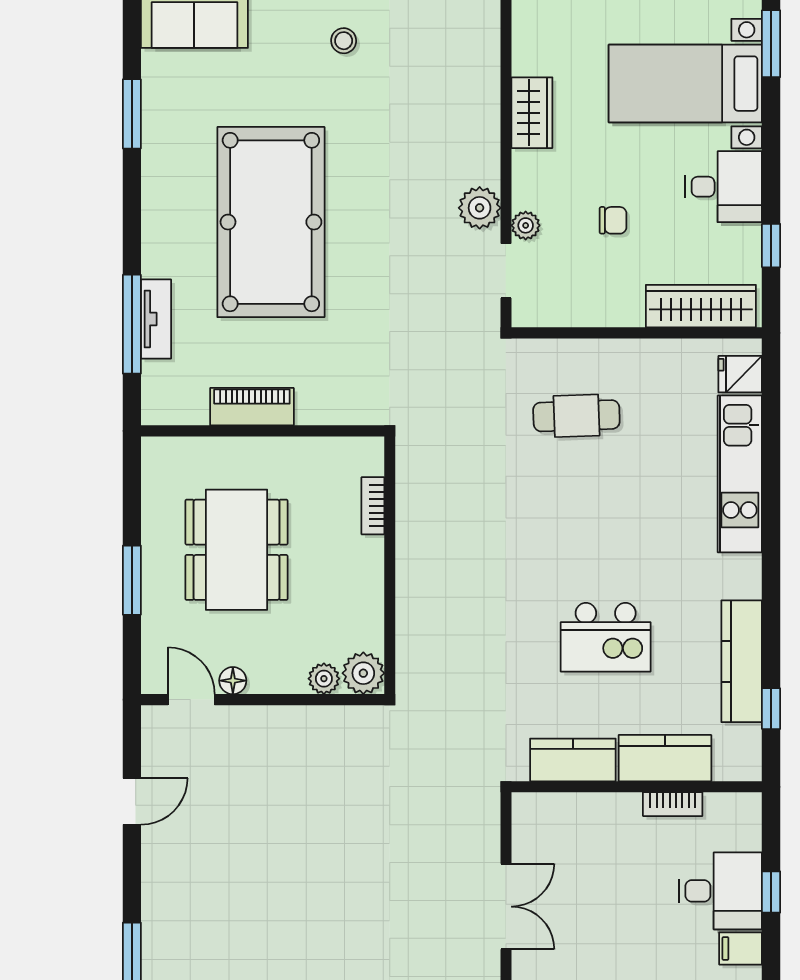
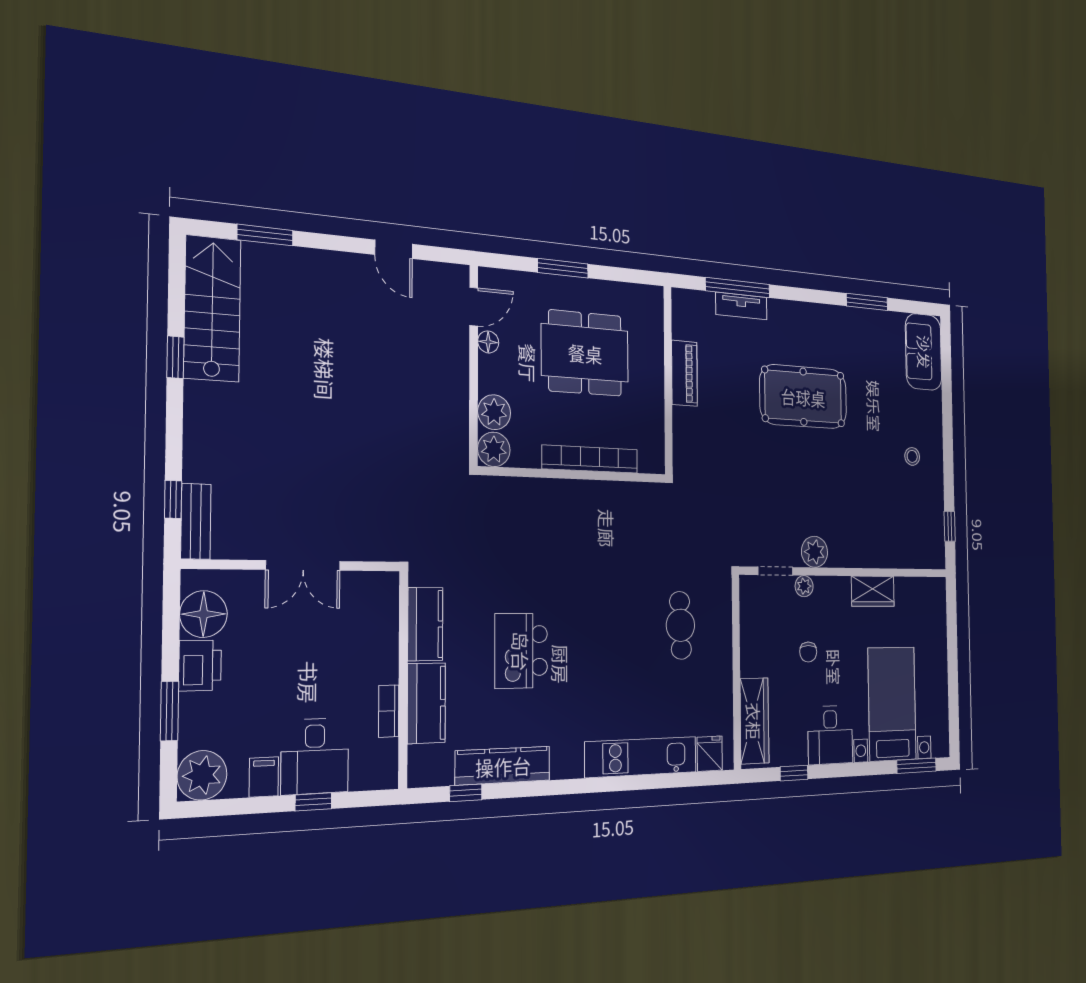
pool table: (271, 222) -> (803, 397), width x0.73, depth x0.76
bookcase: (373, 506) -> (590, 459), width x2.31, depth x1.31
plant: (324, 679) -> (494, 412), width x1.38, depth x1.38

